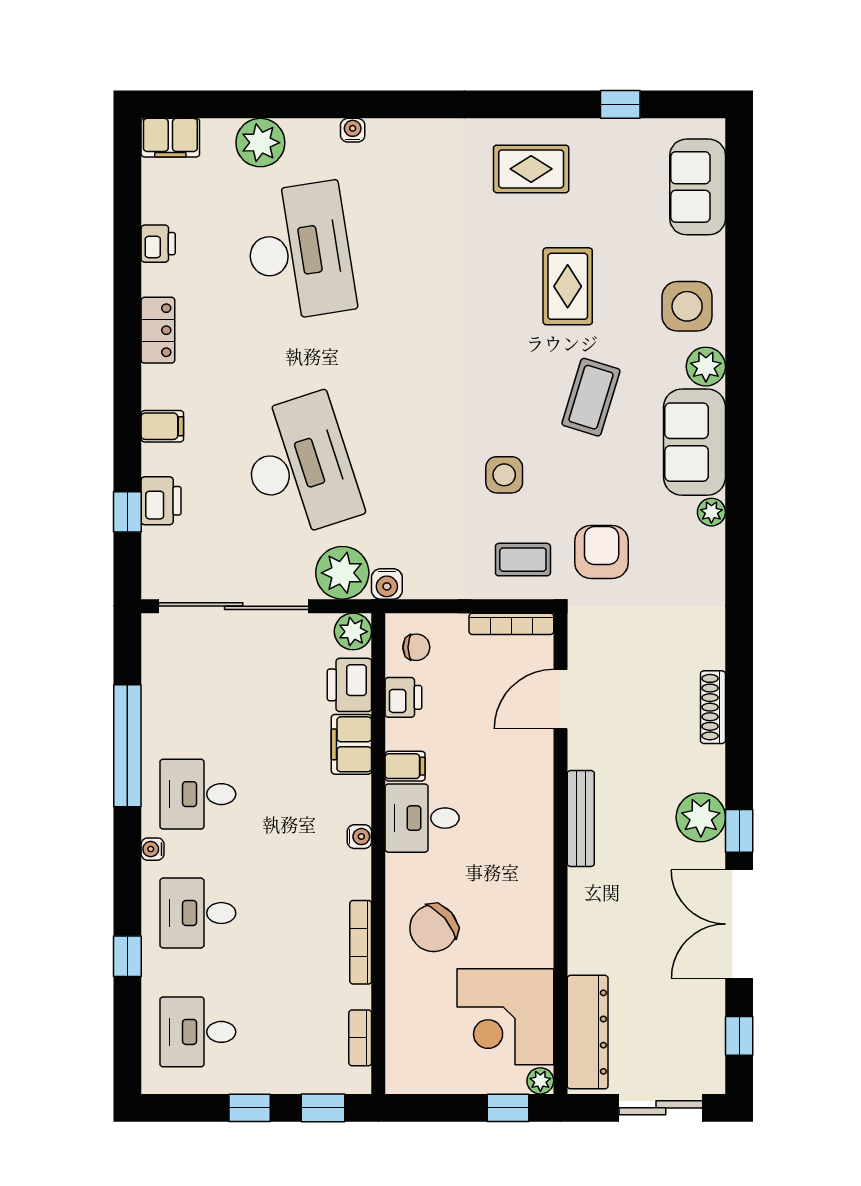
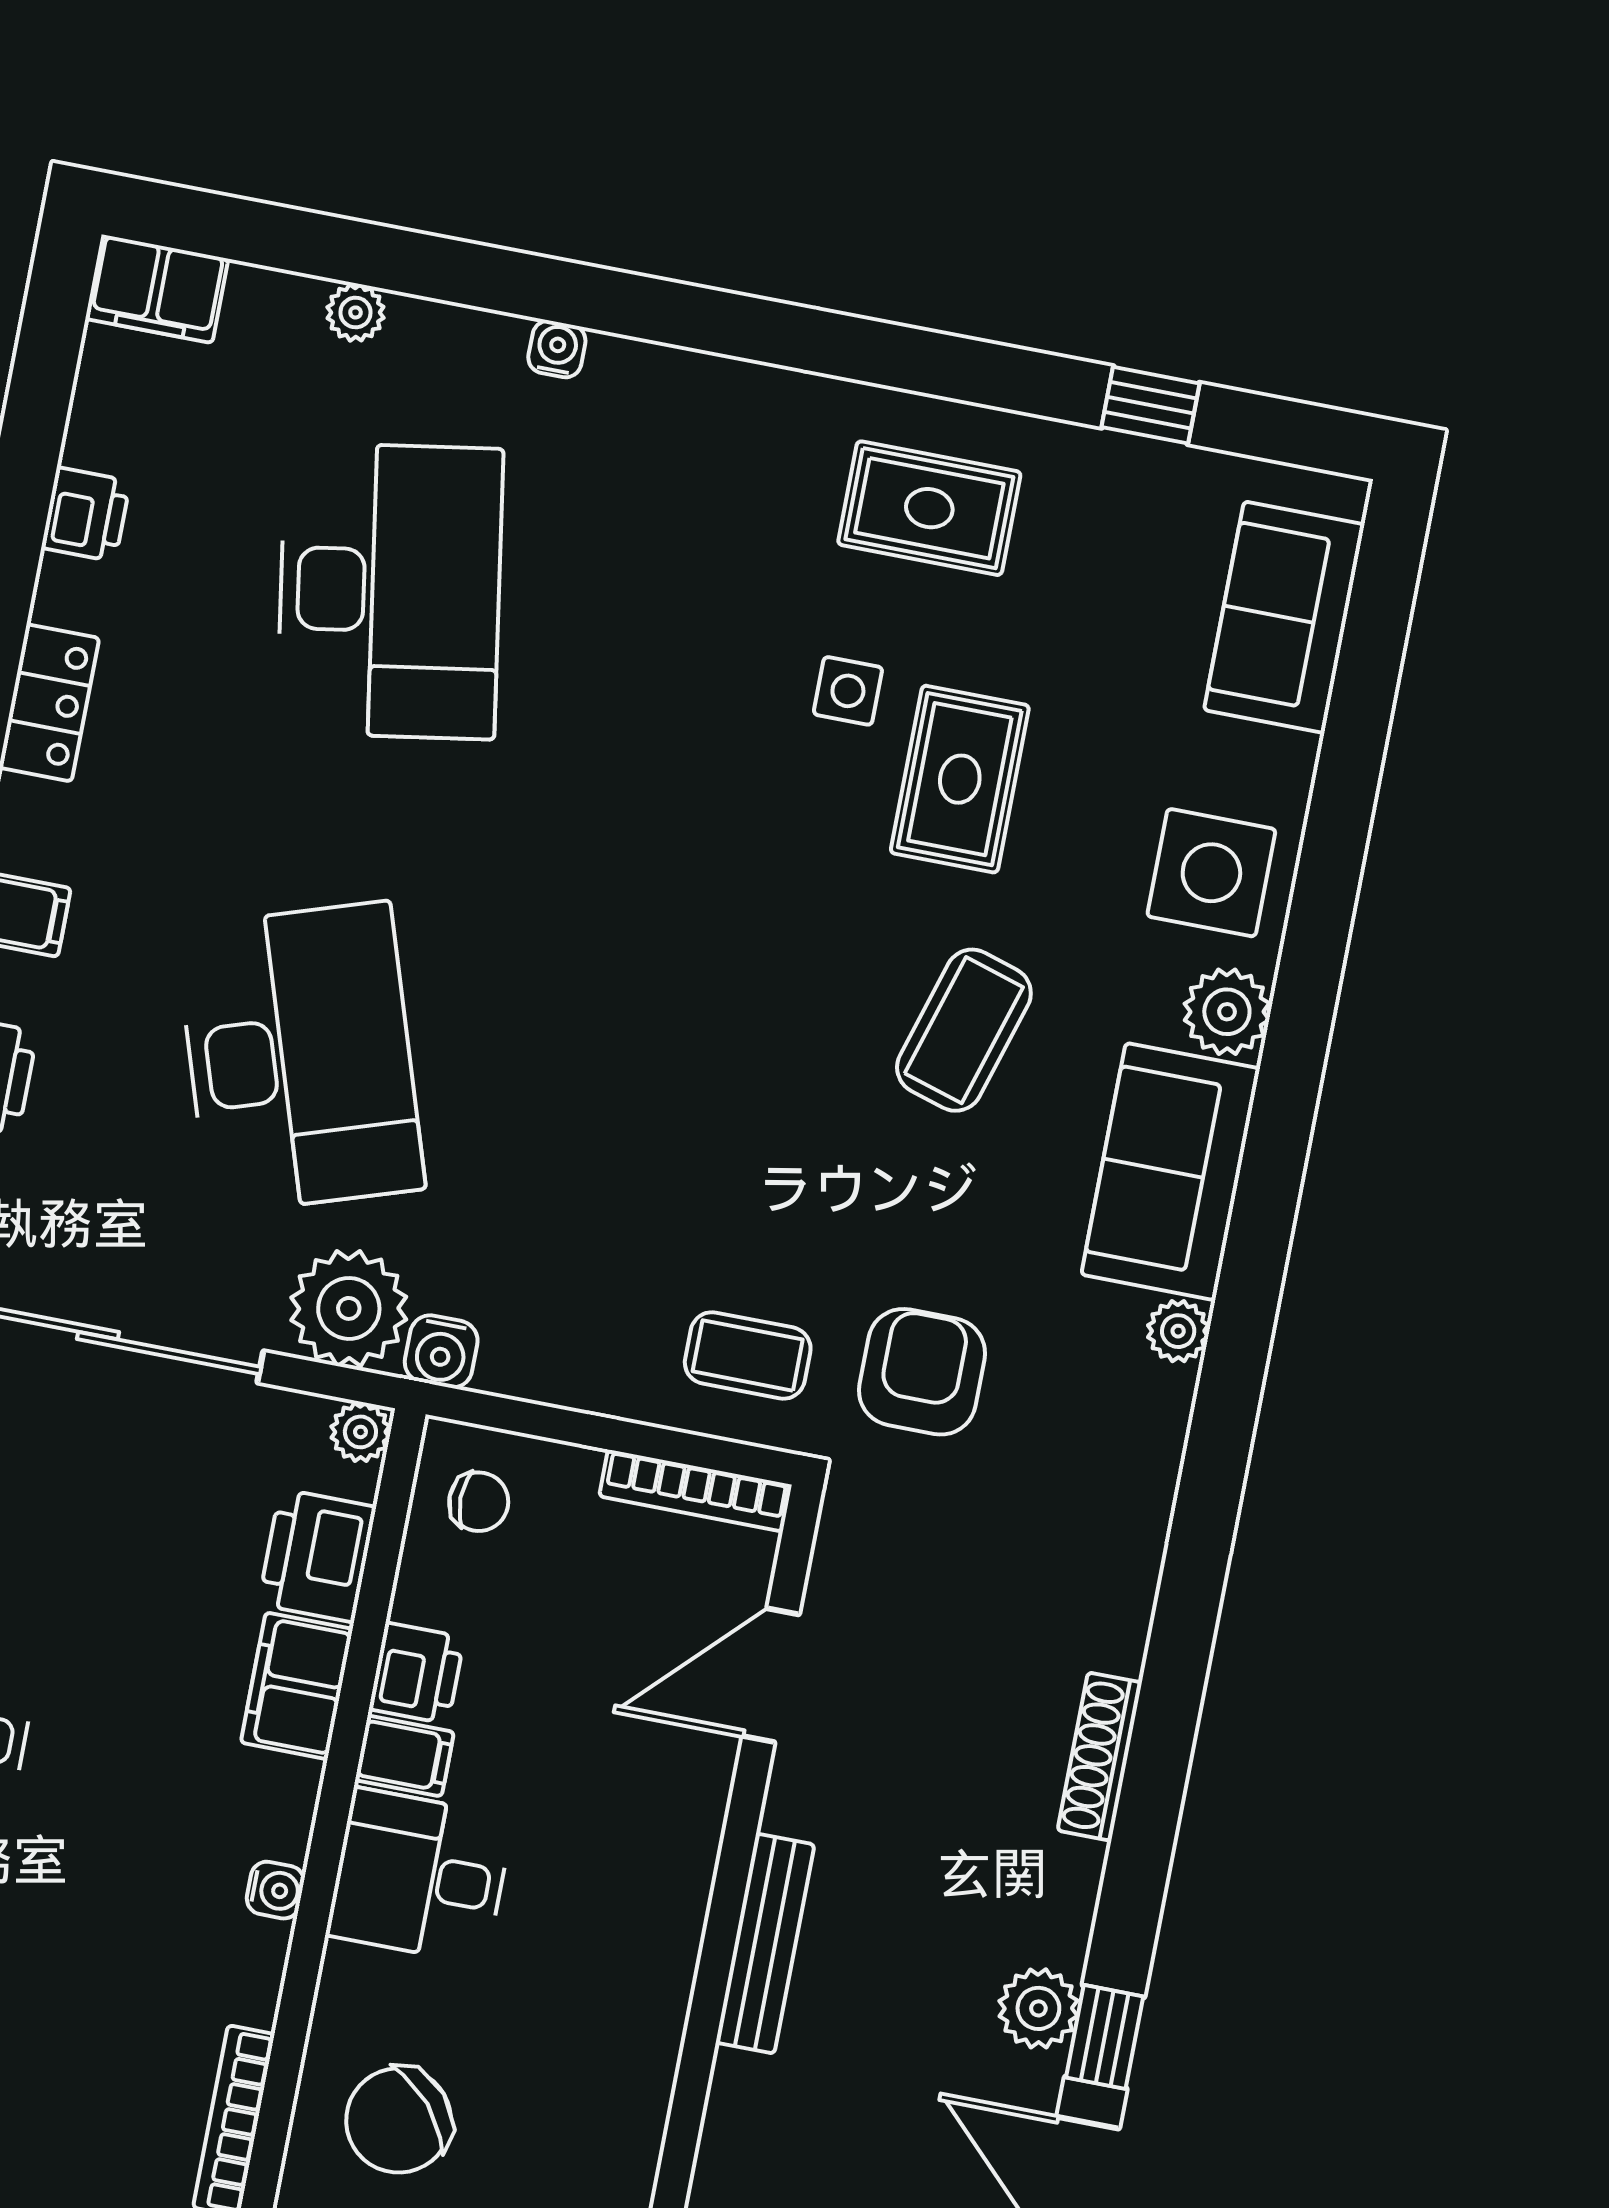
plant: (260, 143) -> (356, 312), width x0.53, depth x0.53
side table: (504, 475) -> (848, 691), moved, width x0.73, depth x0.73
plant: (353, 632) -> (360, 1432), width x0.73, depth x0.73
printer: (403, 697) -> (417, 1673), moved
plant: (701, 817) -> (1038, 2008), width x0.73, depth x0.73

